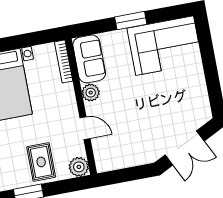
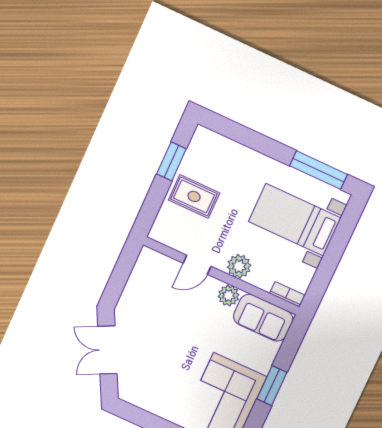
bookcase: (64, 61) -> (287, 294), width x0.64
plant: (79, 167) -> (239, 266), moved

